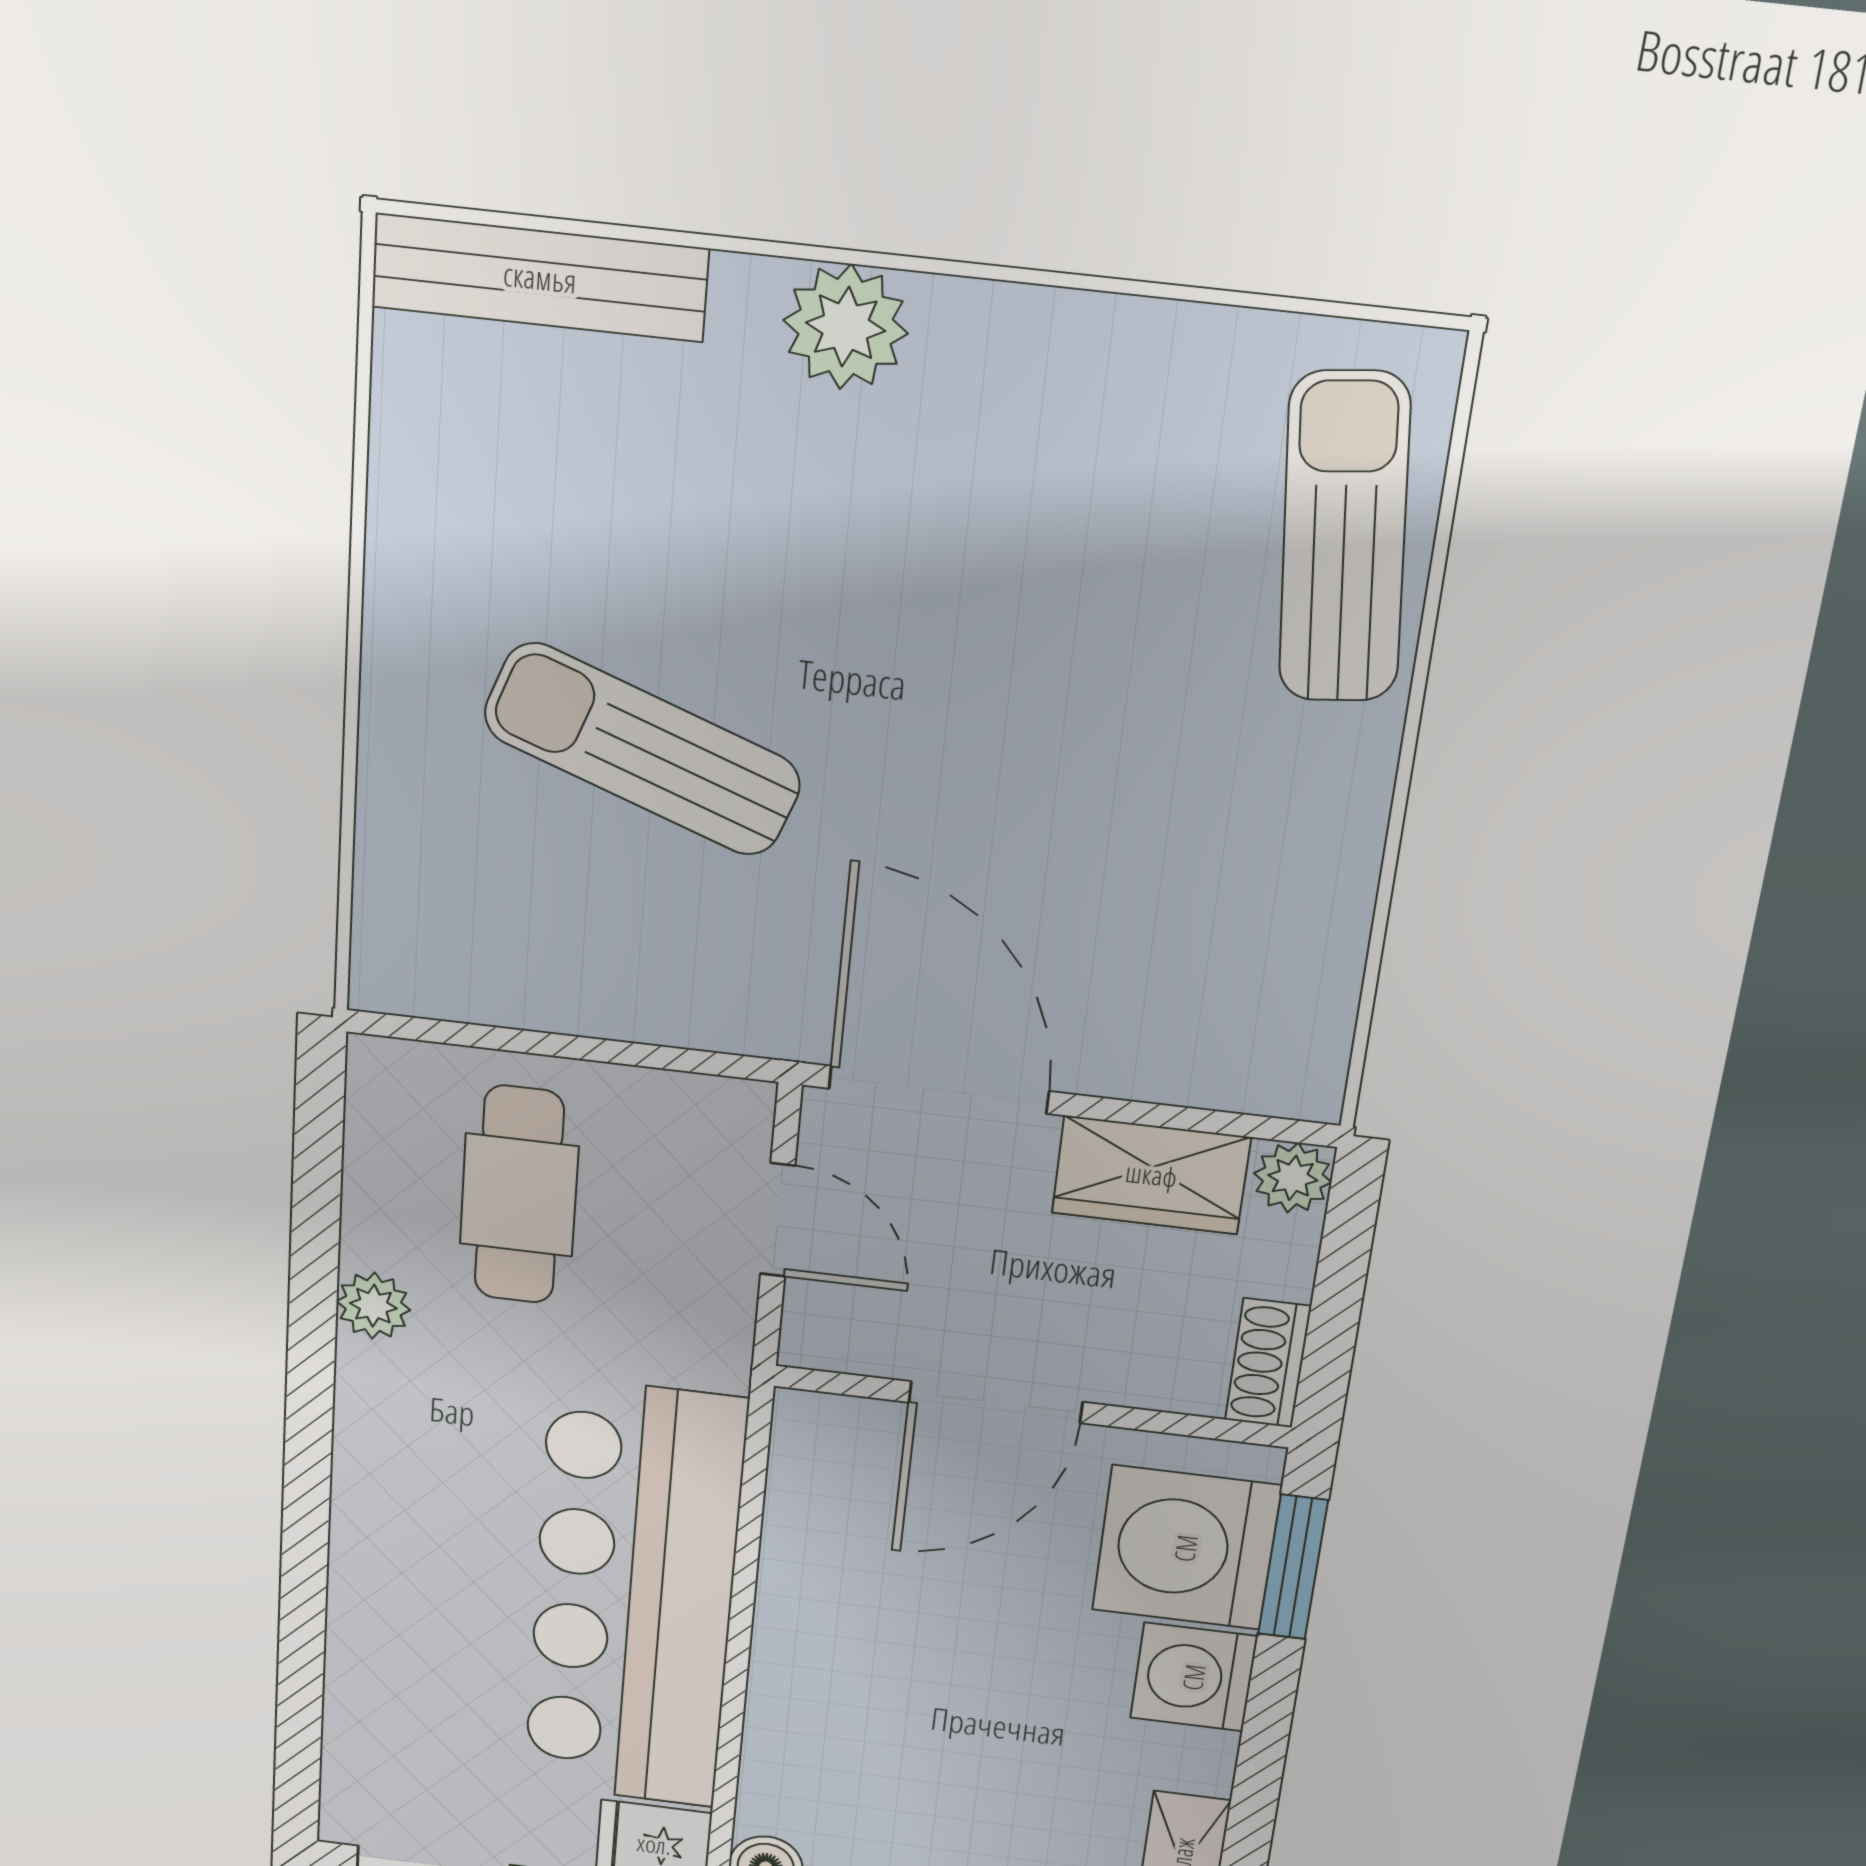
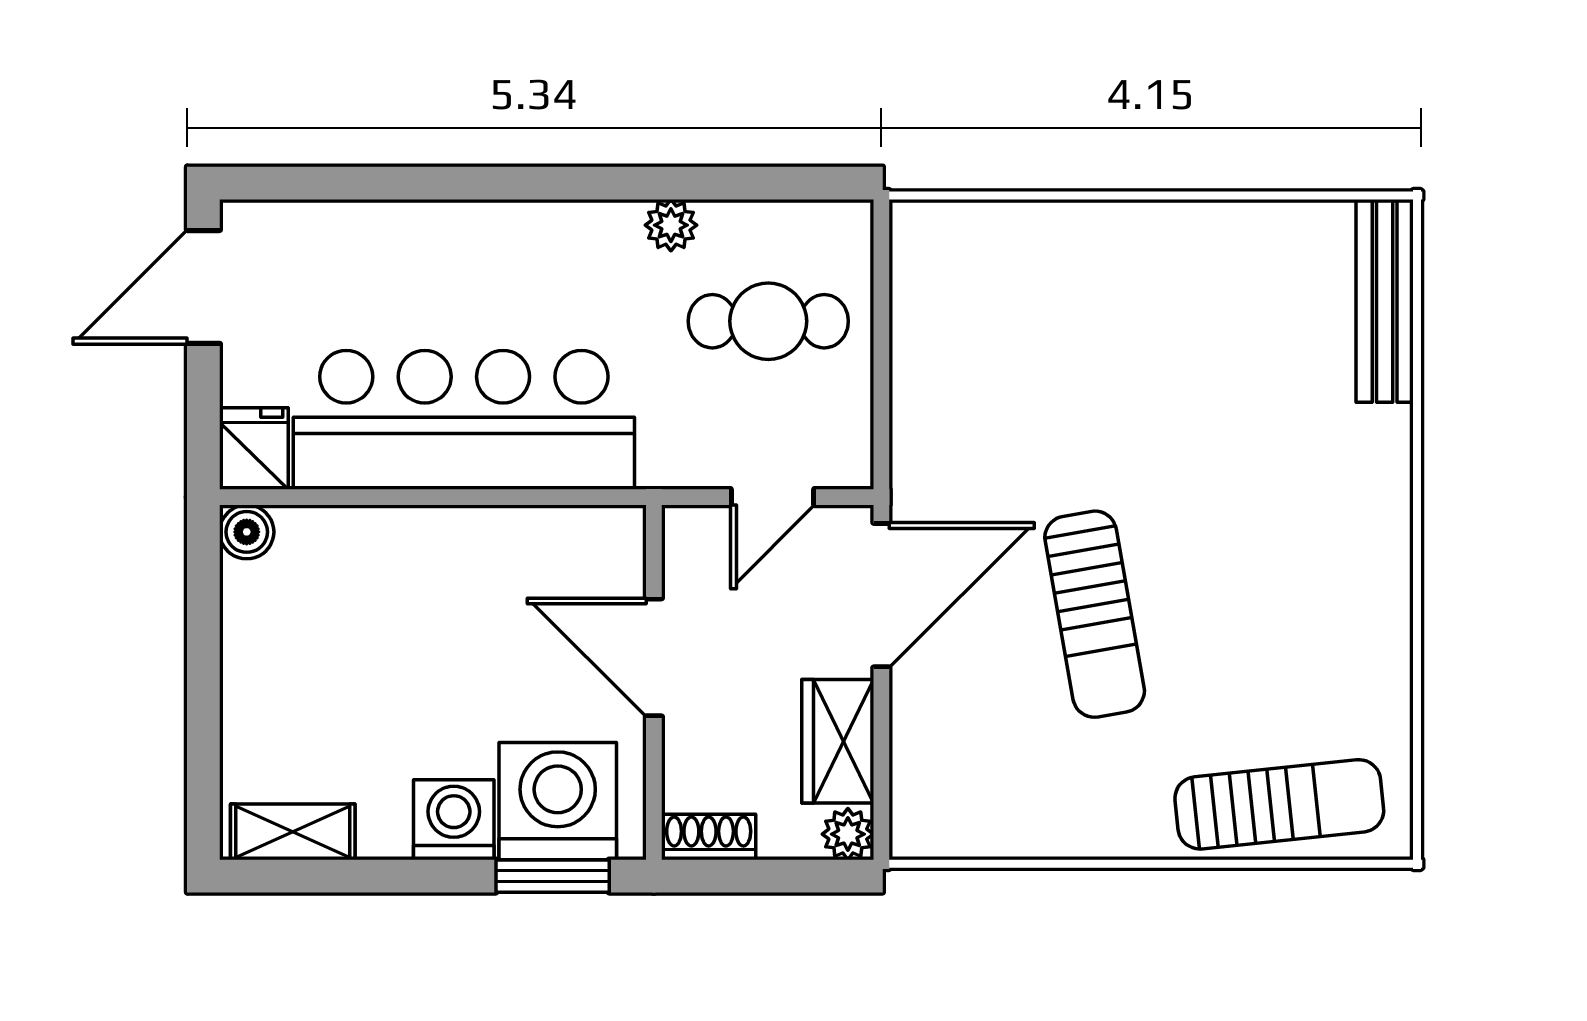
plant: (846, 327) -> (1375, 488), removed
sun lounger: (642, 750) -> (1095, 614), moved, turned 150

